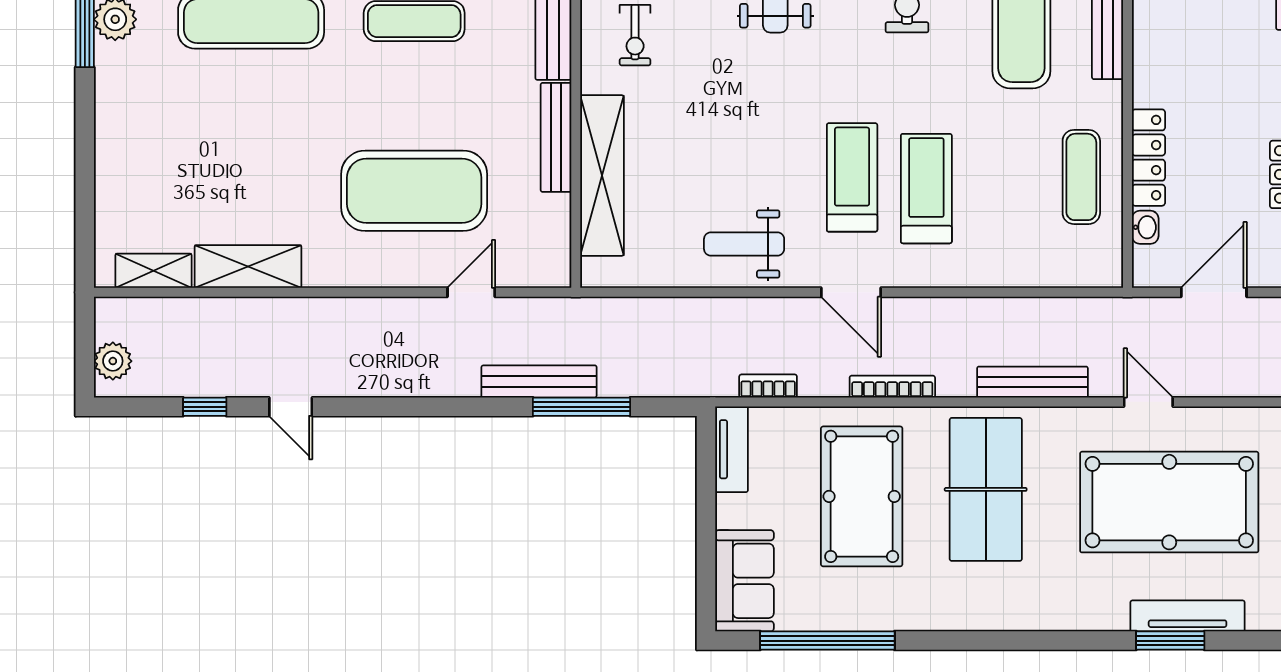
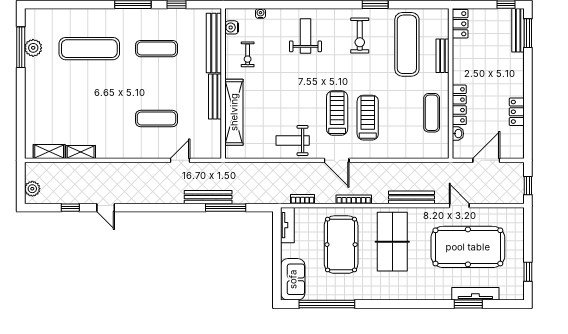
exercise mat: (414, 191) -> (157, 119), width x0.50, depth x0.69
shelving: (248, 267) -> (81, 152), width x0.67, depth x0.75

